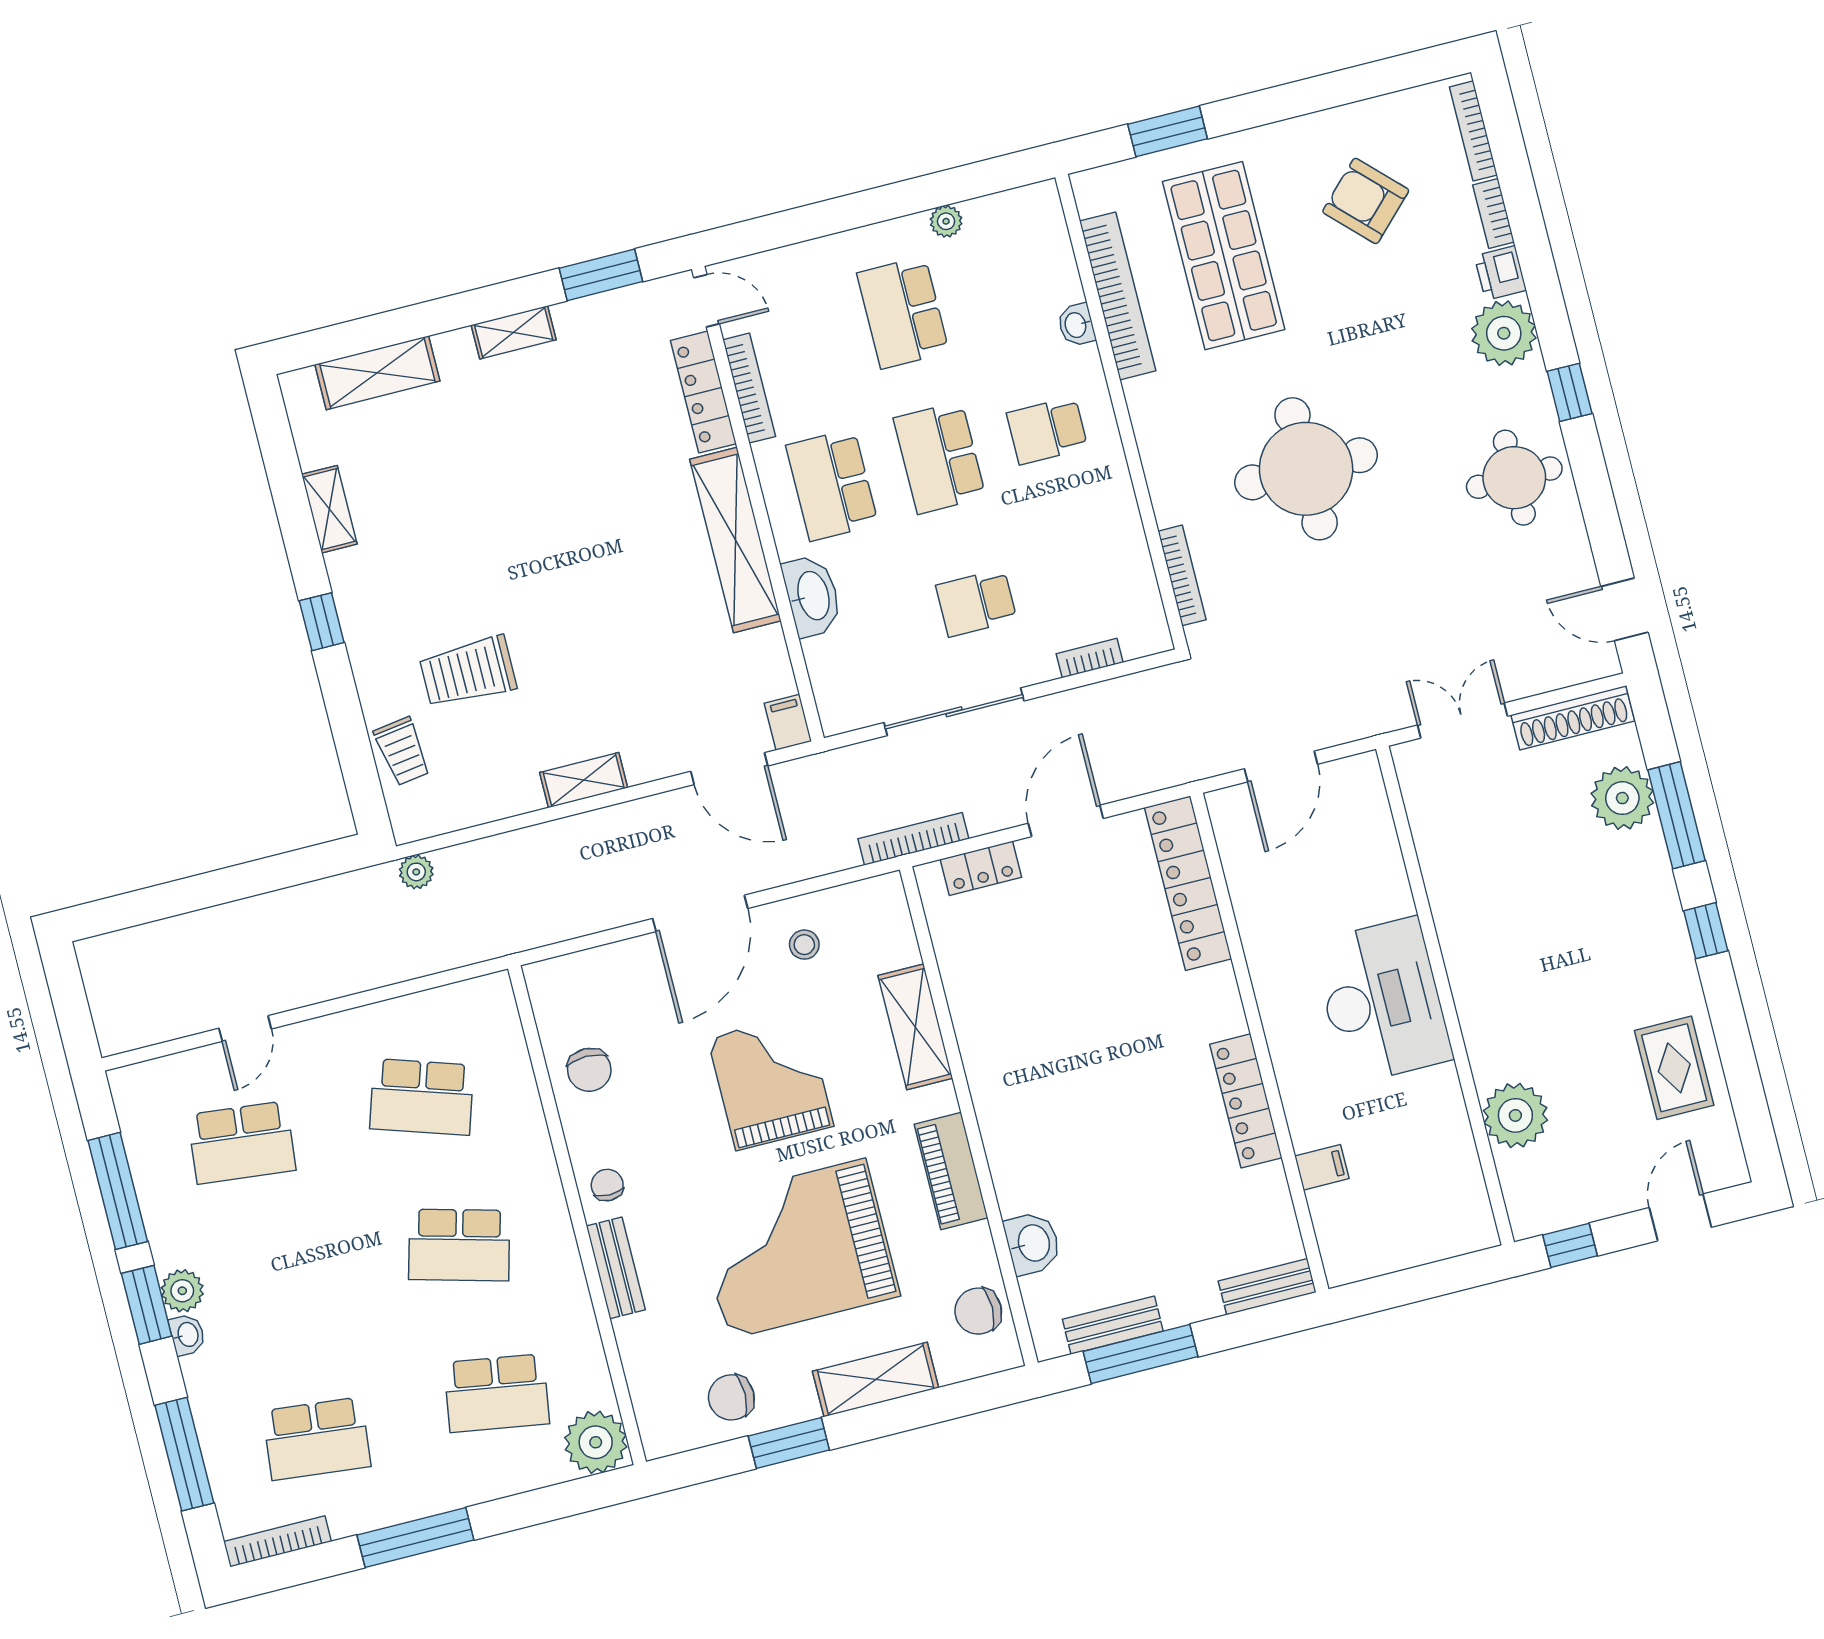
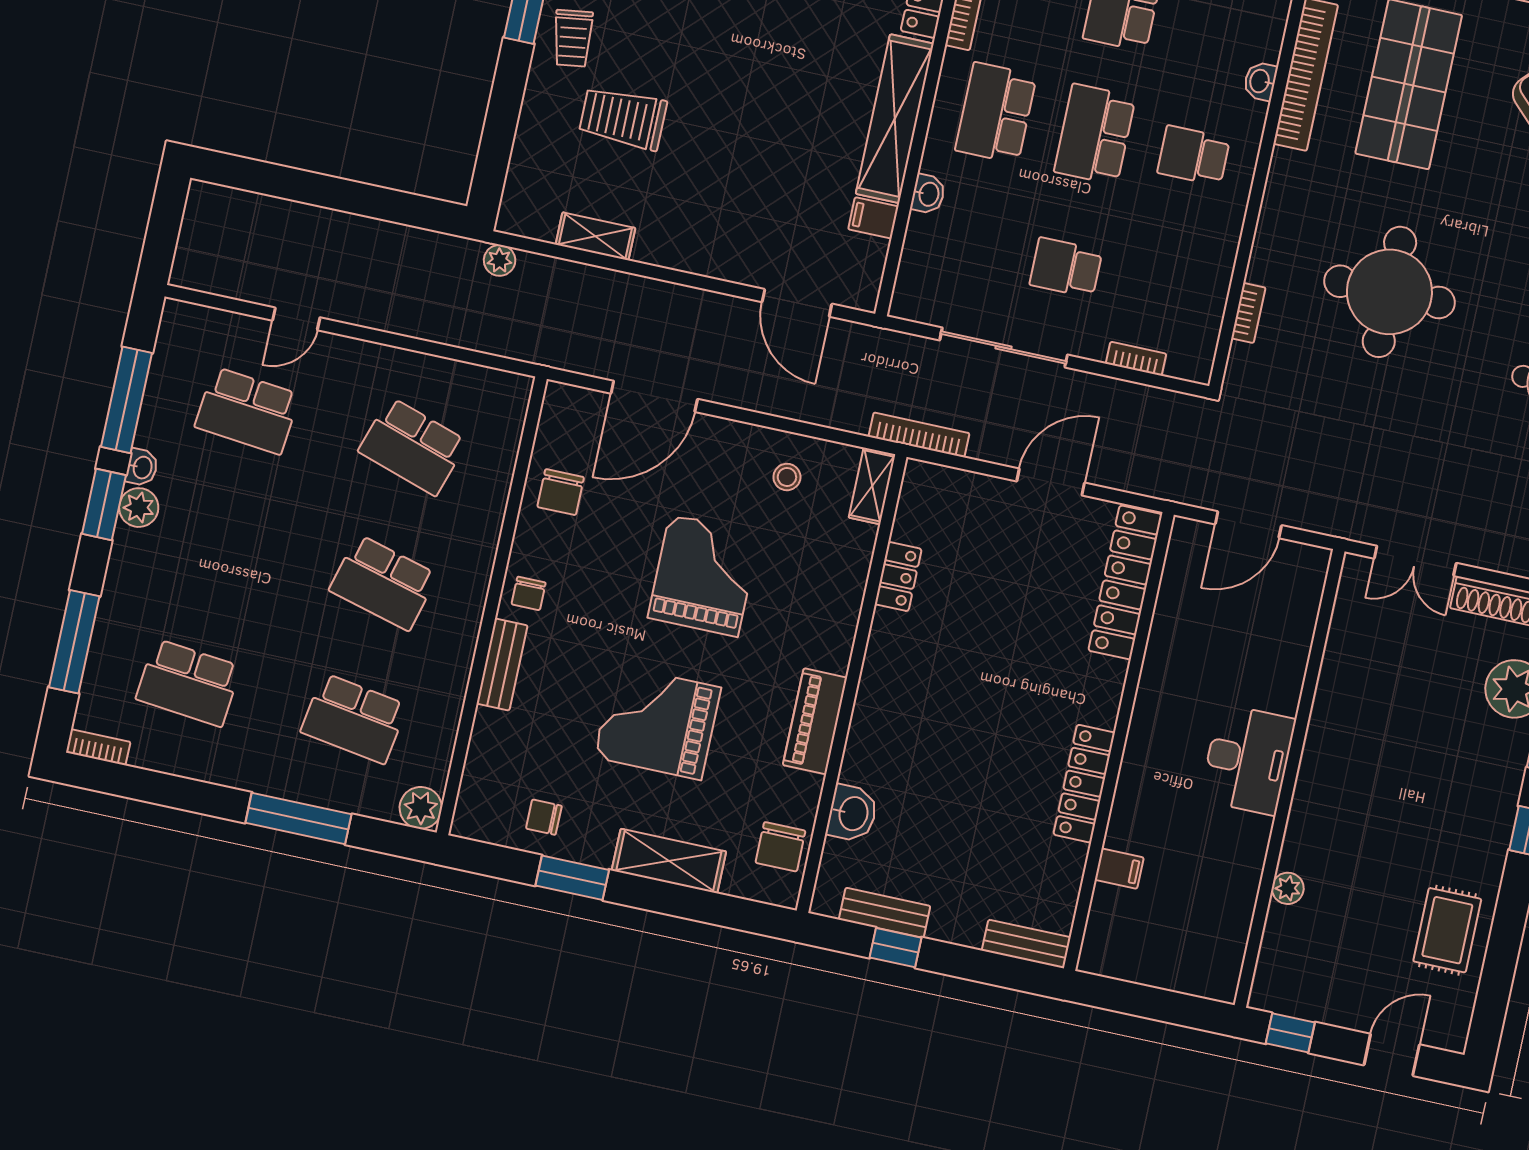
bookcase: (1182, 575) -> (1248, 313), width x0.64
washbasin: (812, 596) -> (928, 194), width x0.52, depth x0.69
double door: (1462, 721) -> (1415, 561), swing flipped
filing cabinet: (788, 722) -> (873, 218), moved, turned -90
trolley: (402, 751) -> (573, 38), moved
shelving: (584, 780) -> (595, 236), moved
locker: (981, 868) -> (898, 577), moved, turned -90
door: (700, 913) -> (654, 396), moved
desk: (1382, 1001) -> (1248, 760), width x0.73, depth x0.77
shelving: (915, 1027) -> (872, 486), moved, width x0.67, depth x0.75
plant: (1515, 1115) -> (1288, 888), width x0.53, depth x0.53
chair: (607, 1185) -> (529, 593), turned 180
grand piano: (797, 1249) -> (657, 722), width x0.73, depth x0.68
chair: (978, 1311) -> (780, 847), turned -90
washbasin: (187, 1335) -> (142, 467), moved
window: (1140, 1354) -> (895, 948), width x0.46
chair: (731, 1397) -> (544, 817), width x0.73, depth x0.73
plant: (596, 1442) -> (421, 808), width x0.73, depth x0.73
window: (415, 1537) -> (298, 818), moved
bookcase: (277, 1541) -> (98, 747), width x0.64

